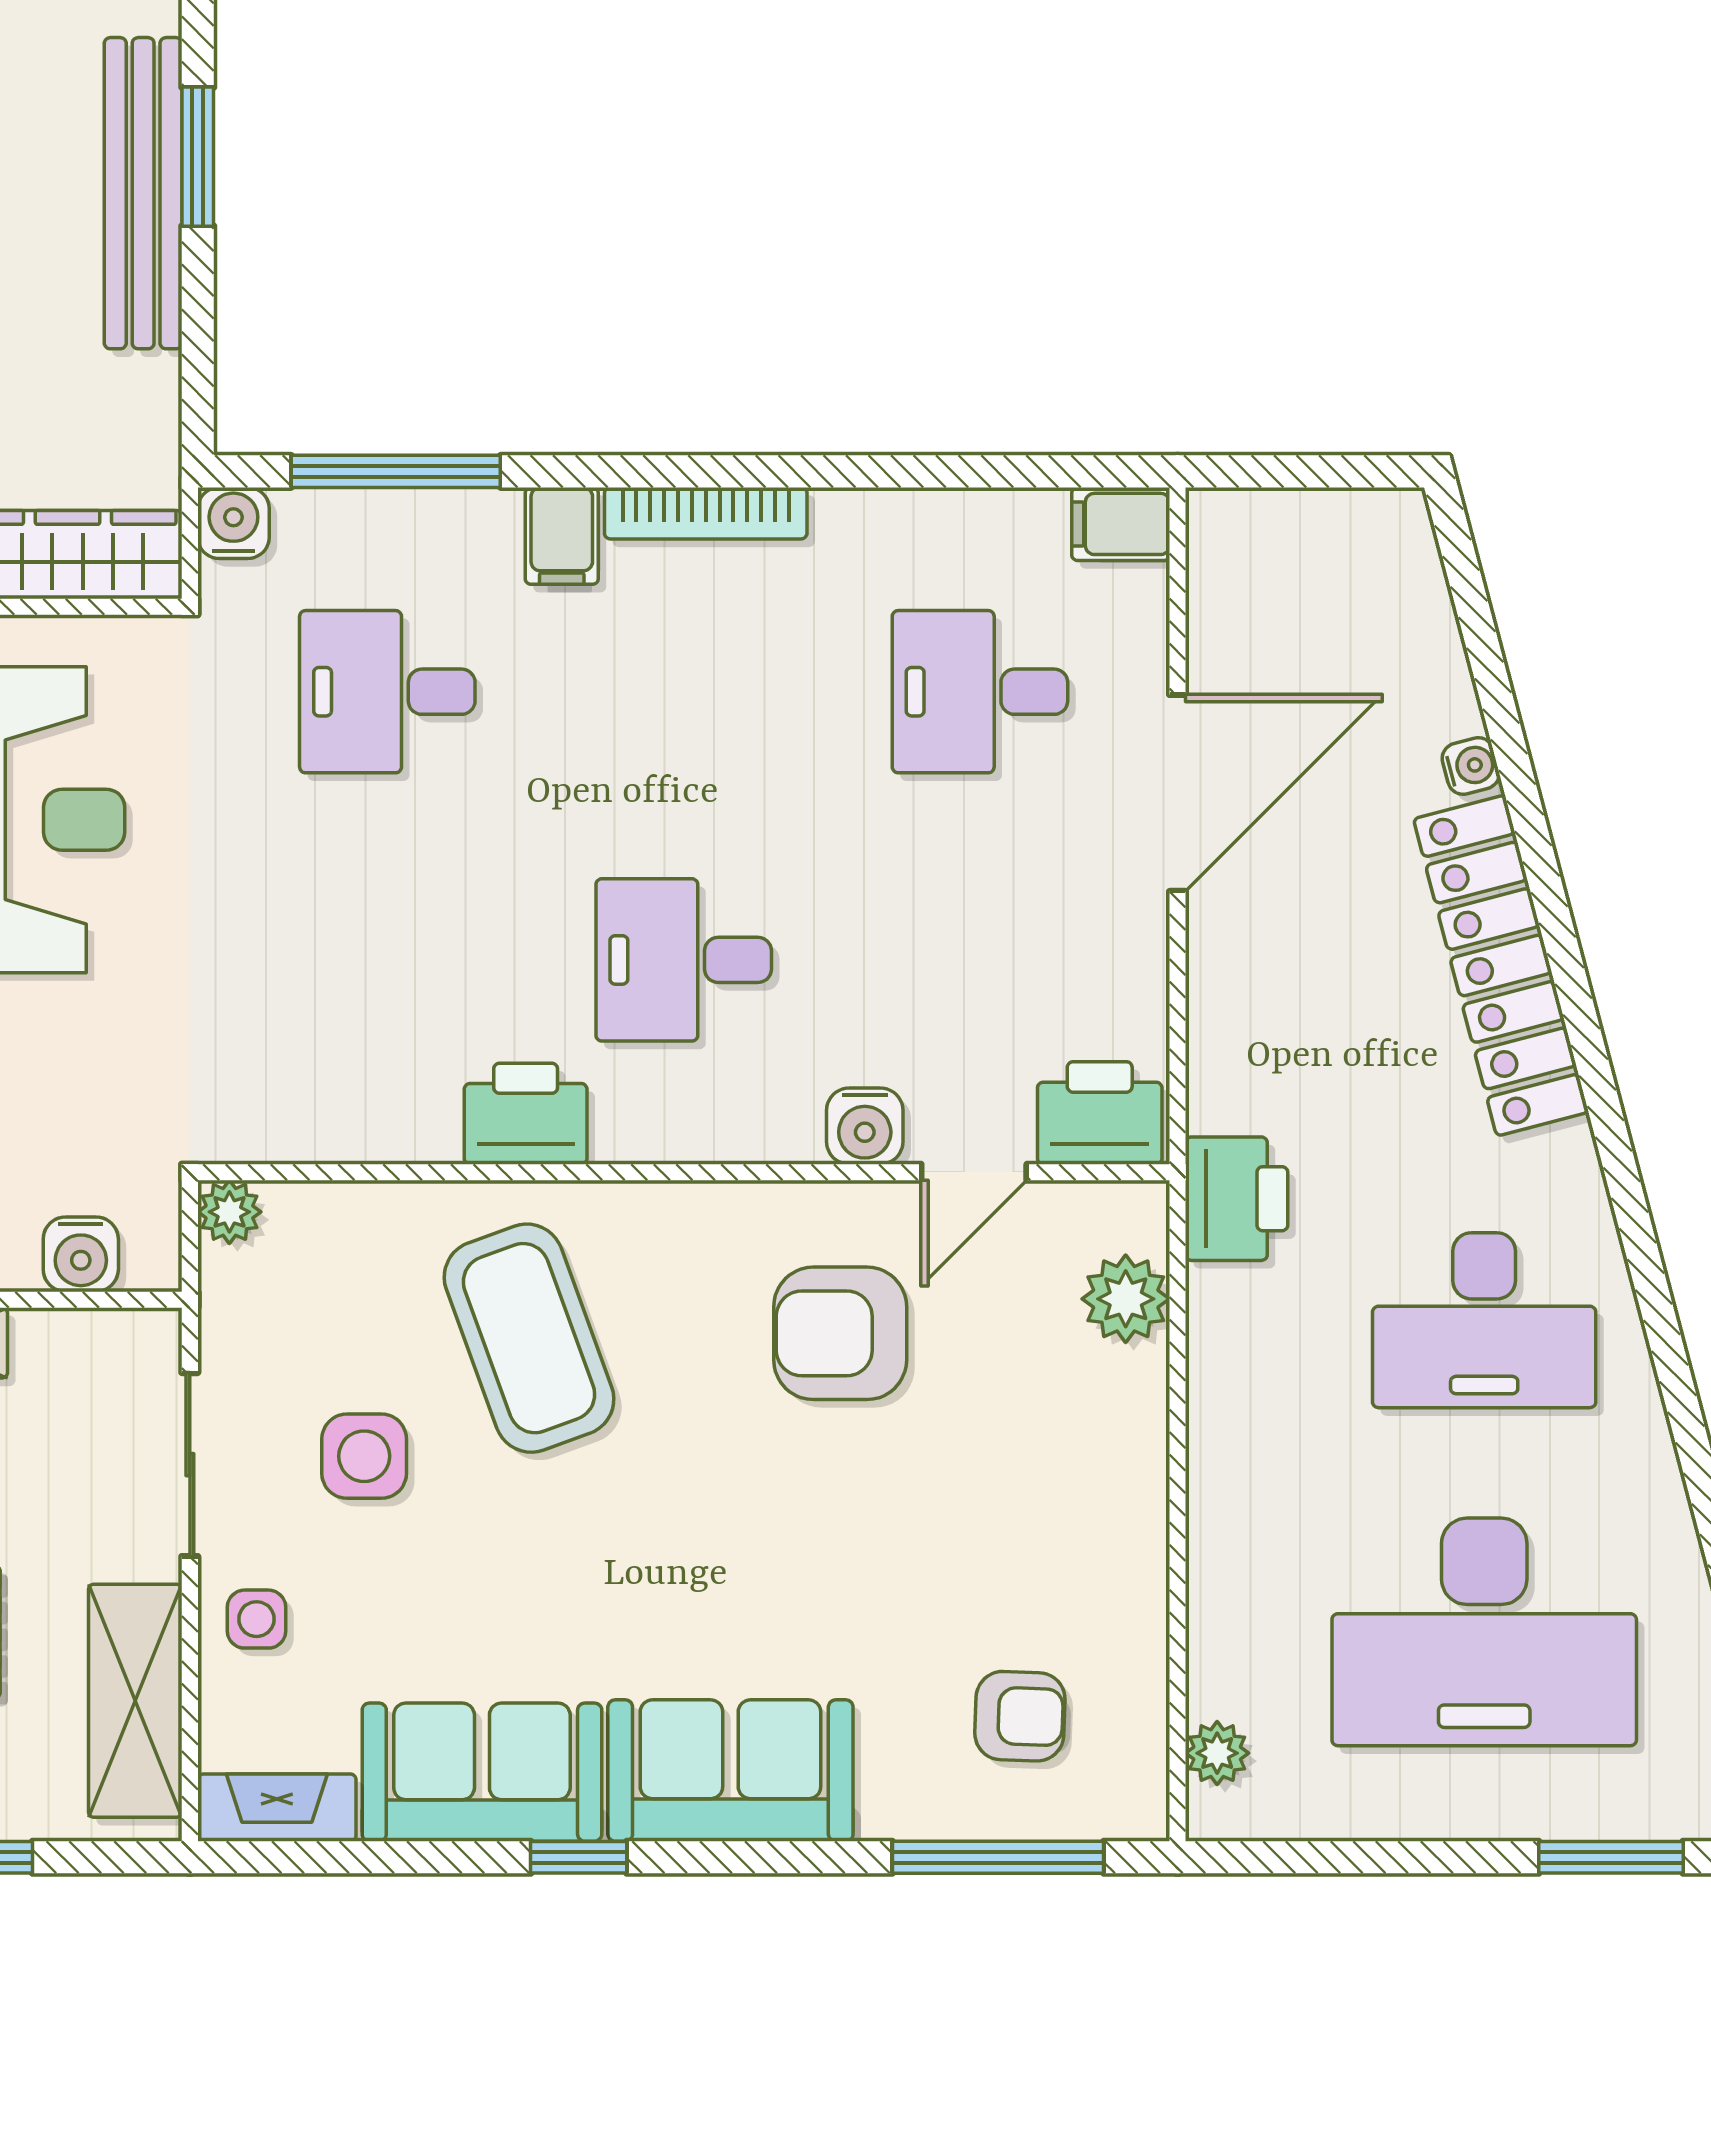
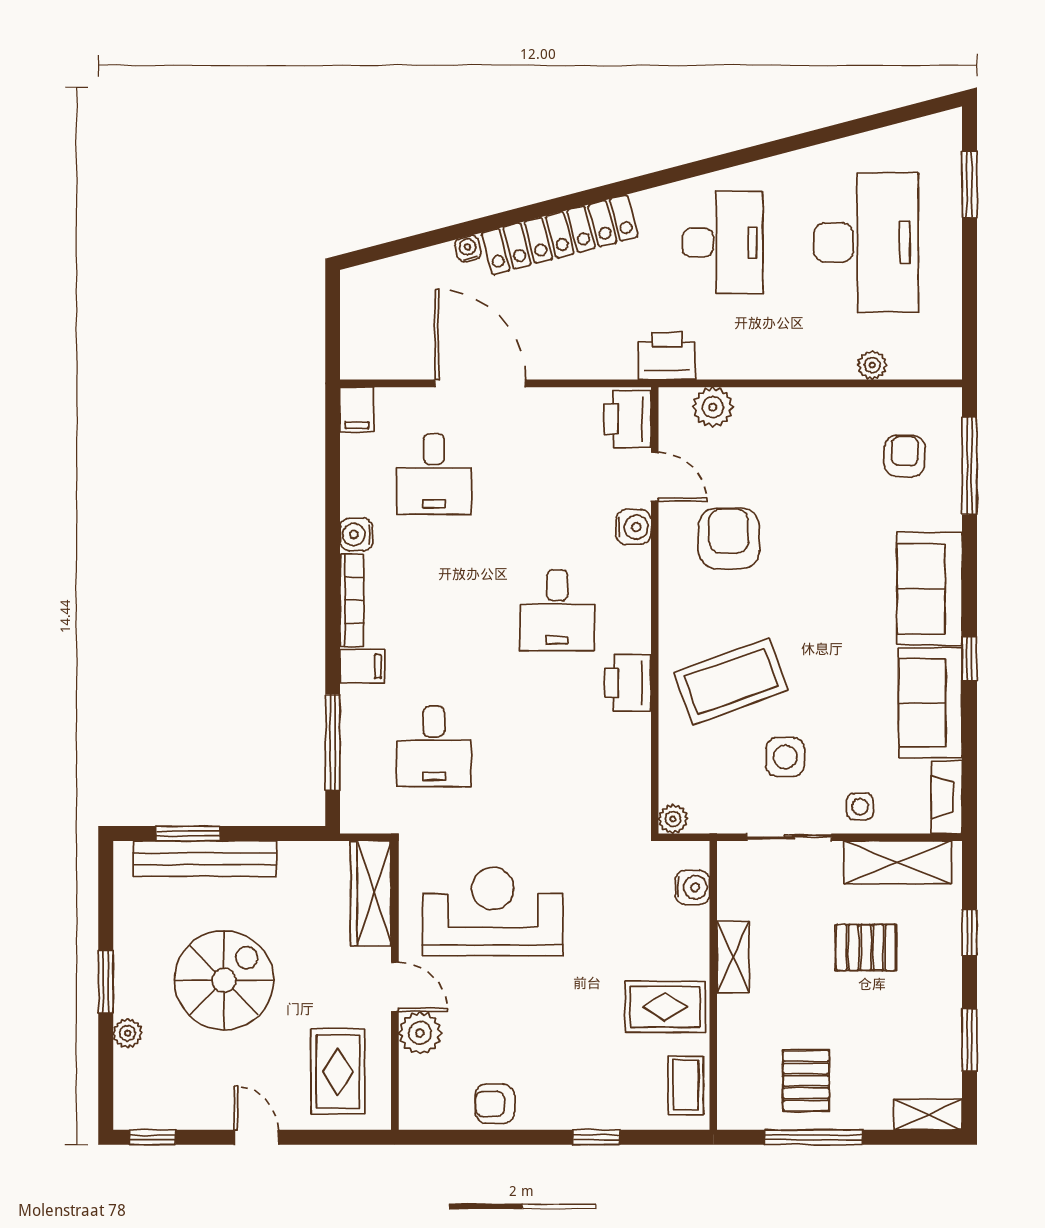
water cooler: (233, 523) -> (356, 534), moved
armchair: (840, 1333) -> (729, 538), turned 180
plant: (1217, 1753) -> (872, 365), moved

